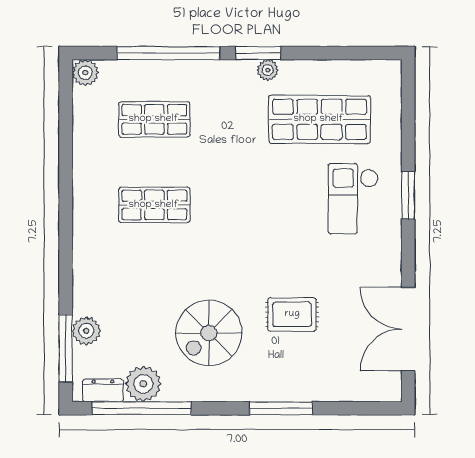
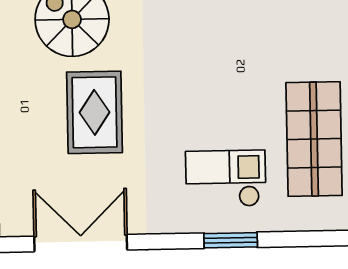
rug: (292, 314) -> (95, 112), width x1.36, depth x1.43

